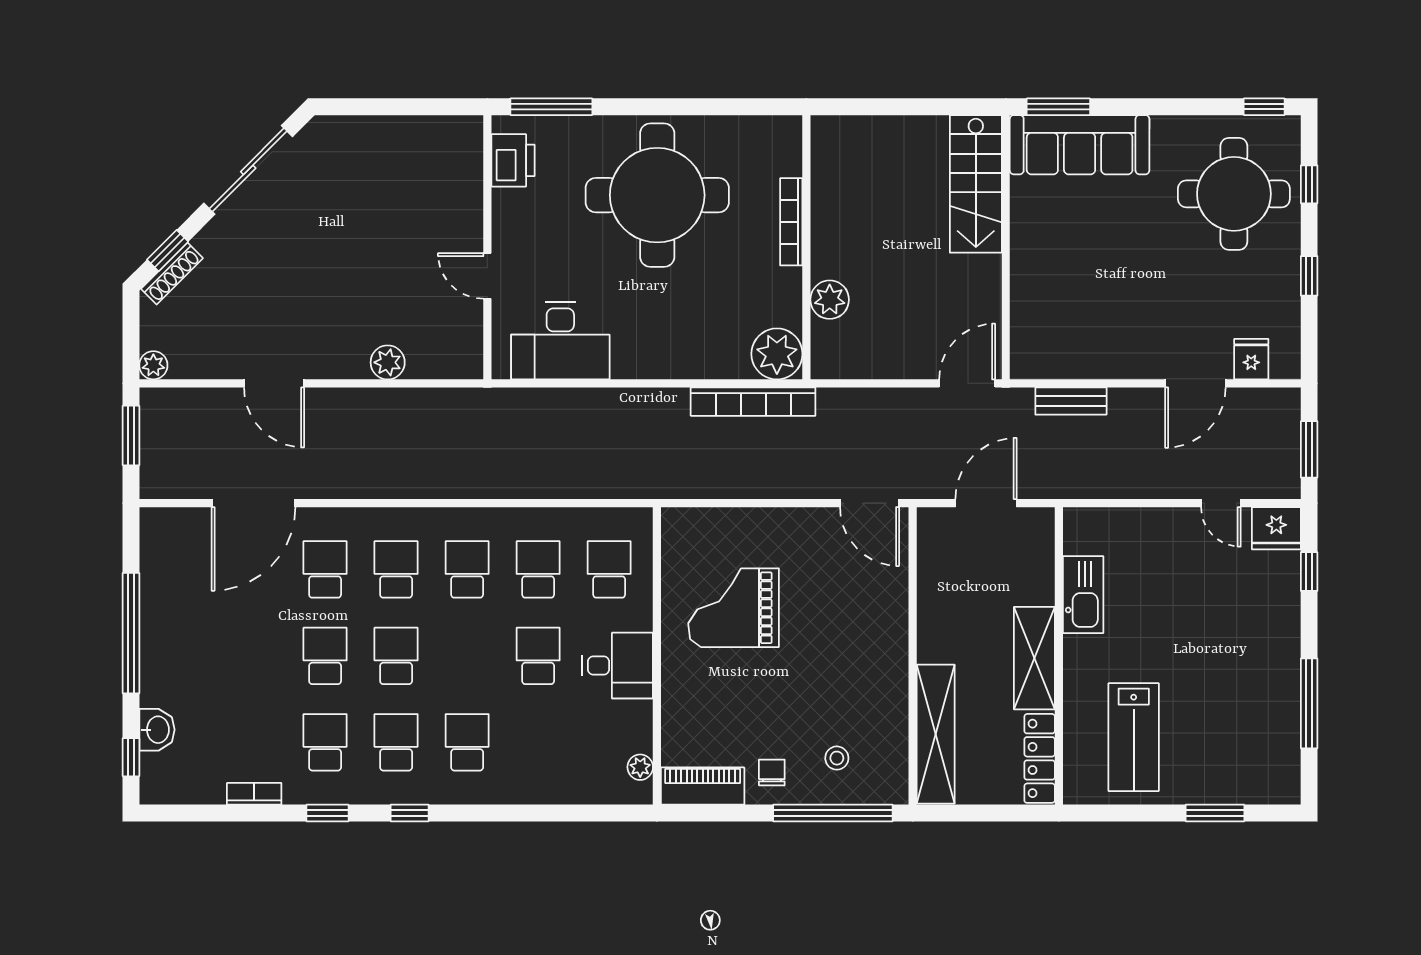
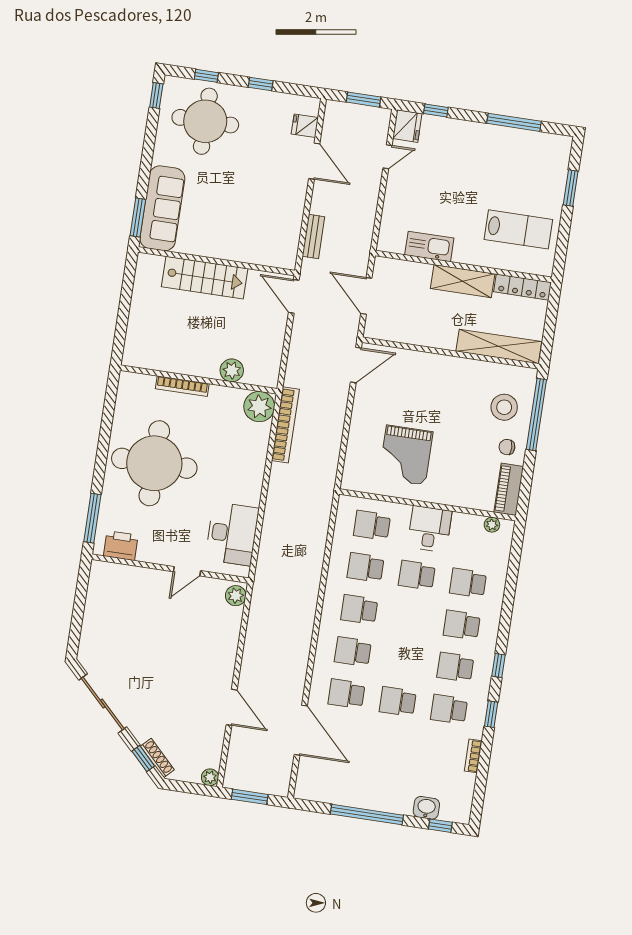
stairs: (976, 184) -> (205, 278), moved
plant: (388, 362) -> (236, 596), moved
door: (274, 383) -> (232, 707), hinge flipped
school desk: (396, 656) -> (468, 583), moved
stool: (837, 758) -> (504, 407), width x1.89, depth x1.89

